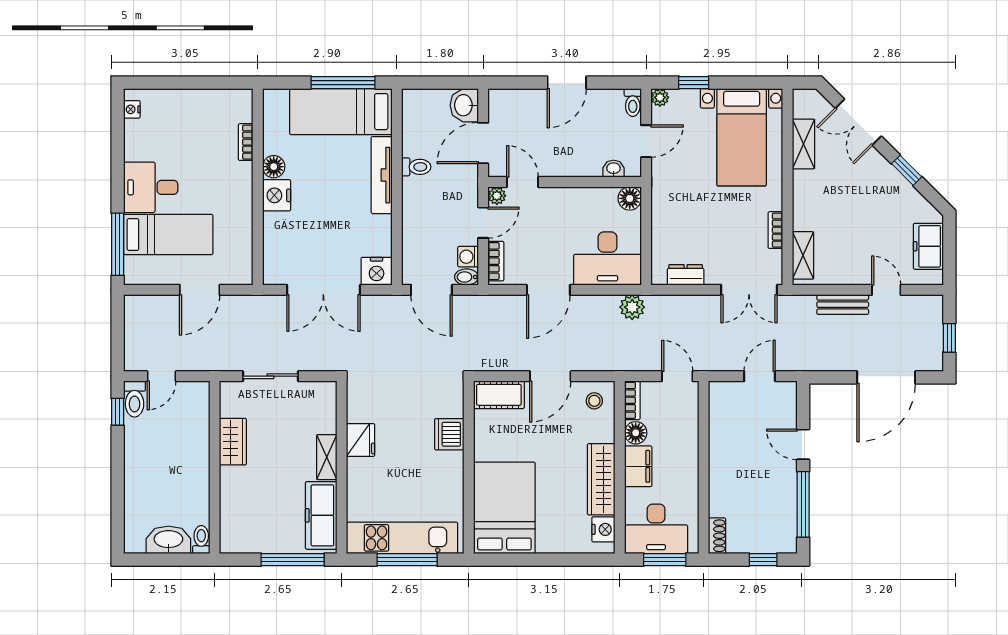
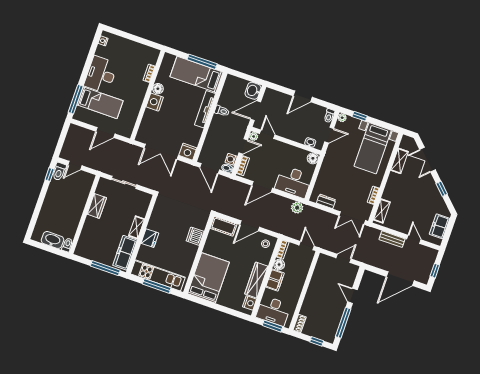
desk: (151, 187) -> (101, 75), width x1.37
fridge: (361, 440) -> (150, 238), moved

